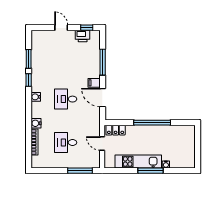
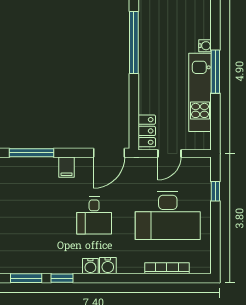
door: (103, 98) -> (109, 153), moved
water cooler: (36, 123) -> (108, 266), moved
window: (152, 123) -> (134, 43), moved
desk: (66, 143) -> (168, 215), width x1.87, depth x1.30
window: (80, 171) -> (215, 191), width x0.46

